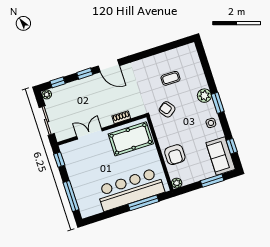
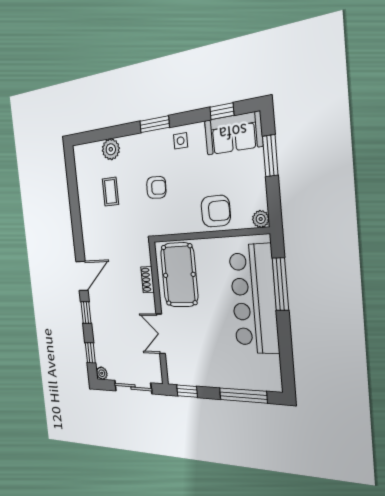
plant: (204, 96) -> (111, 149), moved
armchair: (167, 109) -> (156, 187), moved, turned -140

